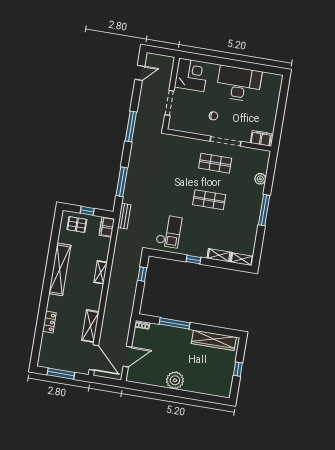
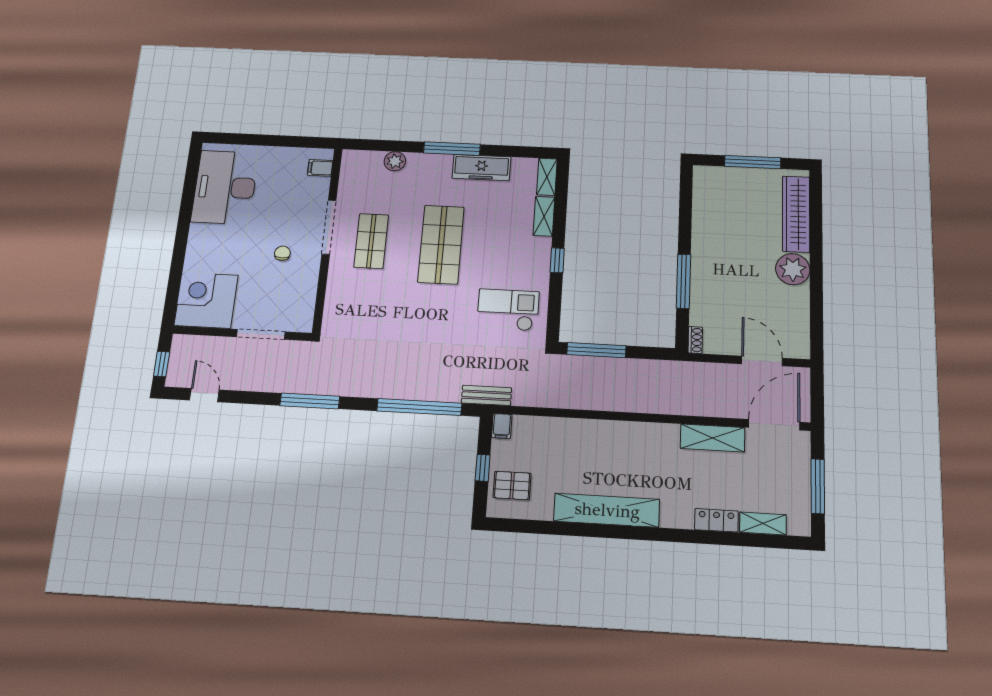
window: (159, 51) -> (162, 364), added
desk: (239, 84) -> (225, 187), moved
filing cabinet: (261, 138) -> (320, 168), width x0.50
window: (122, 182) -> (419, 407), width x1.46
shop shelf: (209, 200) -> (441, 244), width x1.43, depth x1.36
pallet: (77, 225) -> (512, 485), turned 90
freezer: (251, 225) -> (481, 168), added
filing cabinet: (107, 227) -> (502, 426), width x0.50
shelving: (101, 272) -> (763, 524), moved
window: (142, 274) -> (596, 350), width x2.17
wardrobe: (214, 340) -> (796, 214), moved, turned 180
window: (238, 369) -> (753, 162), width x2.17

